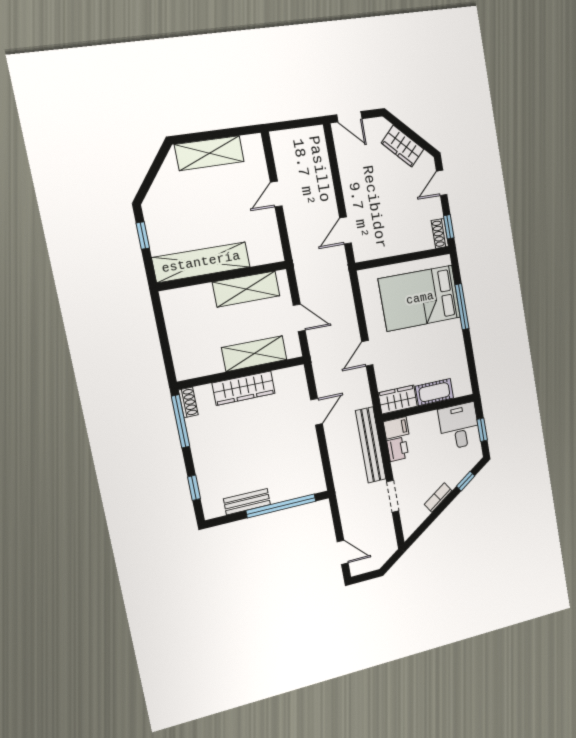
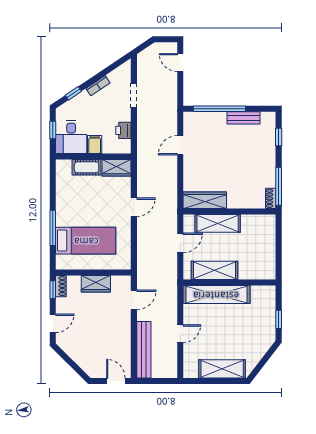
wardrobe: (403, 146) -> (96, 284), moved, turned 135
shelving: (201, 262) -> (216, 295), moved
bed: (420, 298) -> (86, 241), width x0.67
door: (299, 318) -> (180, 243), swing flipped
wardrobe: (244, 388) -> (205, 200), moved
door: (317, 412) -> (180, 145), moved
filing cabinet: (396, 428) -> (95, 144), moved, turned 90
bench: (371, 445) -> (144, 350), moved

